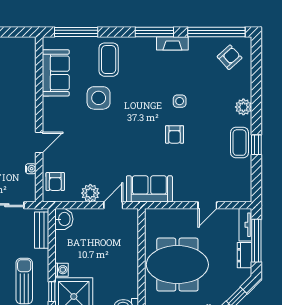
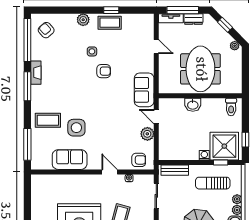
sofa: (56, 73) -> (70, 160), moved
side table: (180, 101) -> (92, 51), moved
washbasin: (64, 219) -> (193, 105), moved, turned 180

